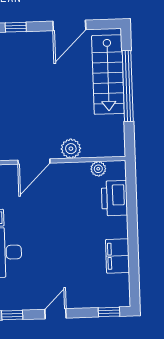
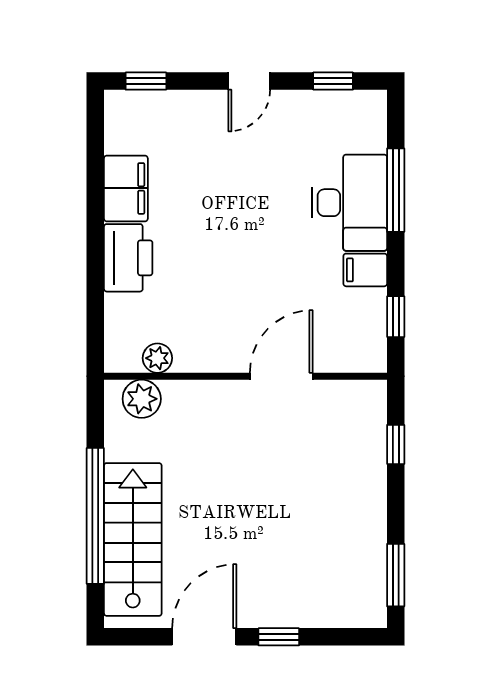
window: (16, 27) -> (279, 637), moved
plant: (71, 149) -> (142, 399), moved
printer: (114, 198) -> (128, 258), moved

